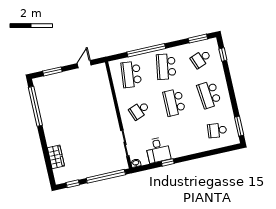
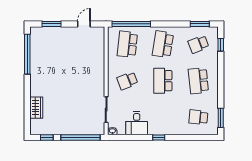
window: (146, 50) -> (131, 24), moved
window: (168, 162) -> (159, 137), moved

